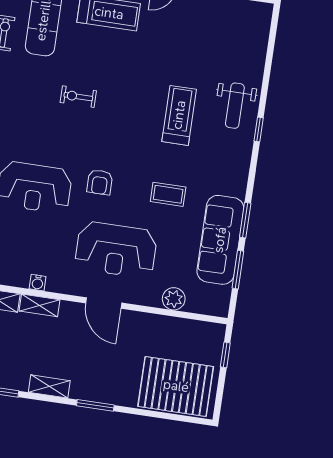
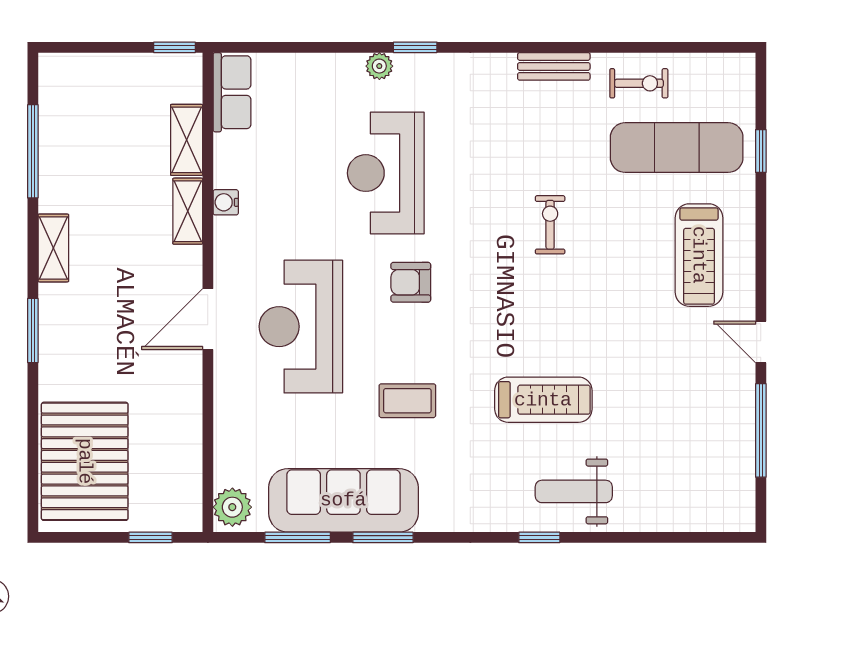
coffee table: (168, 194) -> (407, 401), turned 90
plant: (174, 299) -> (232, 507), moved

